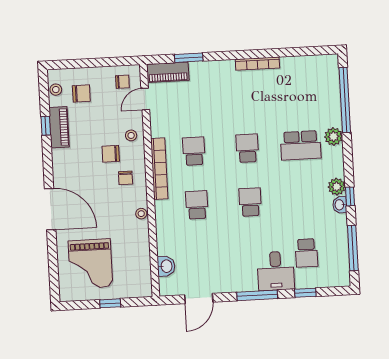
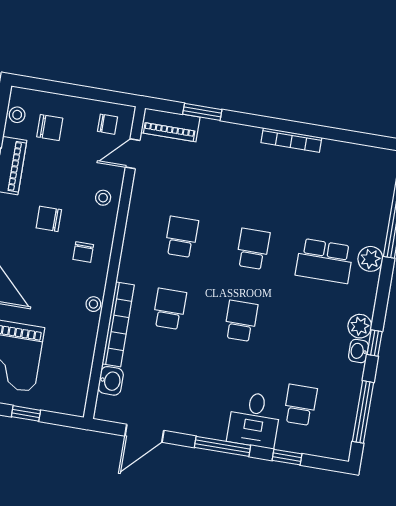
chair: (111, 154) -> (49, 219), moved
bookcase: (159, 169) -> (118, 324), moved
school desk: (306, 253) -> (300, 405), turned 180

